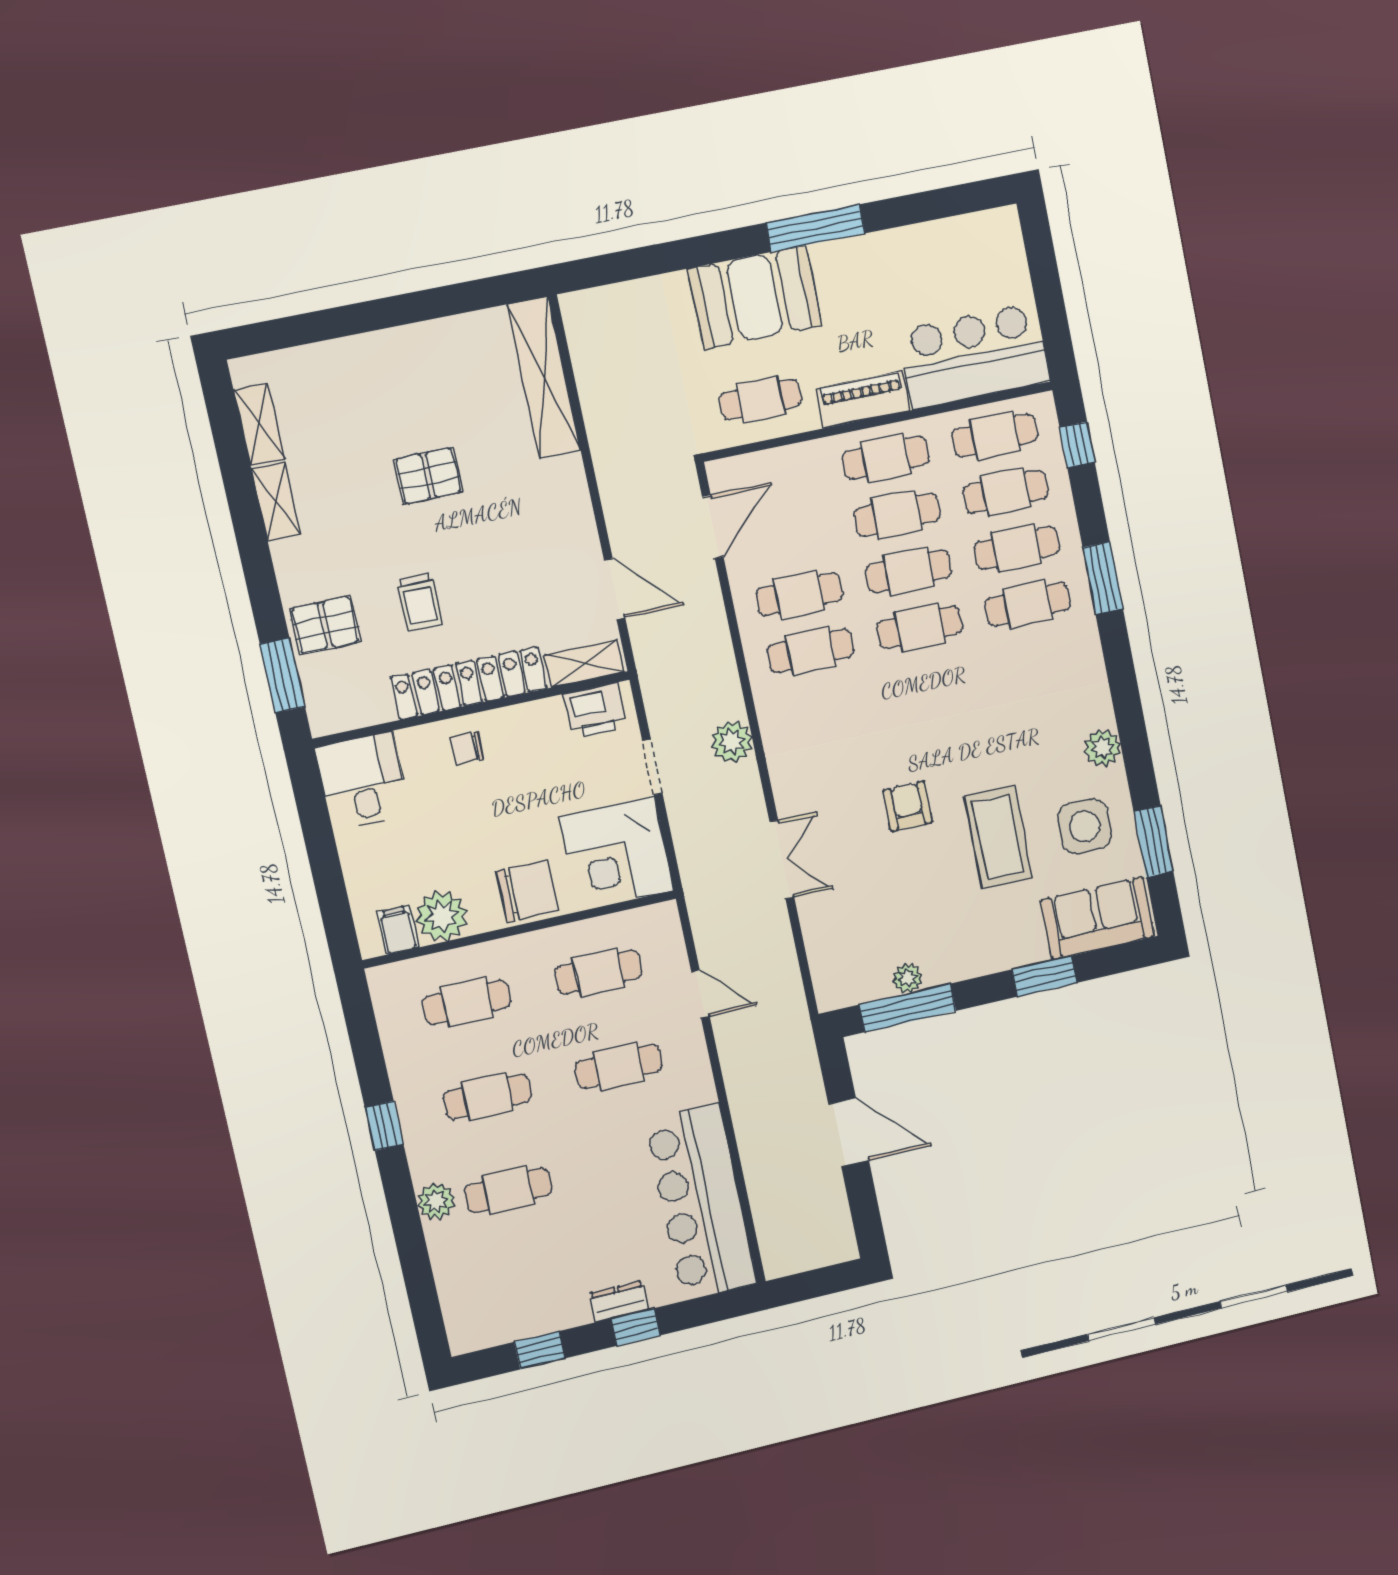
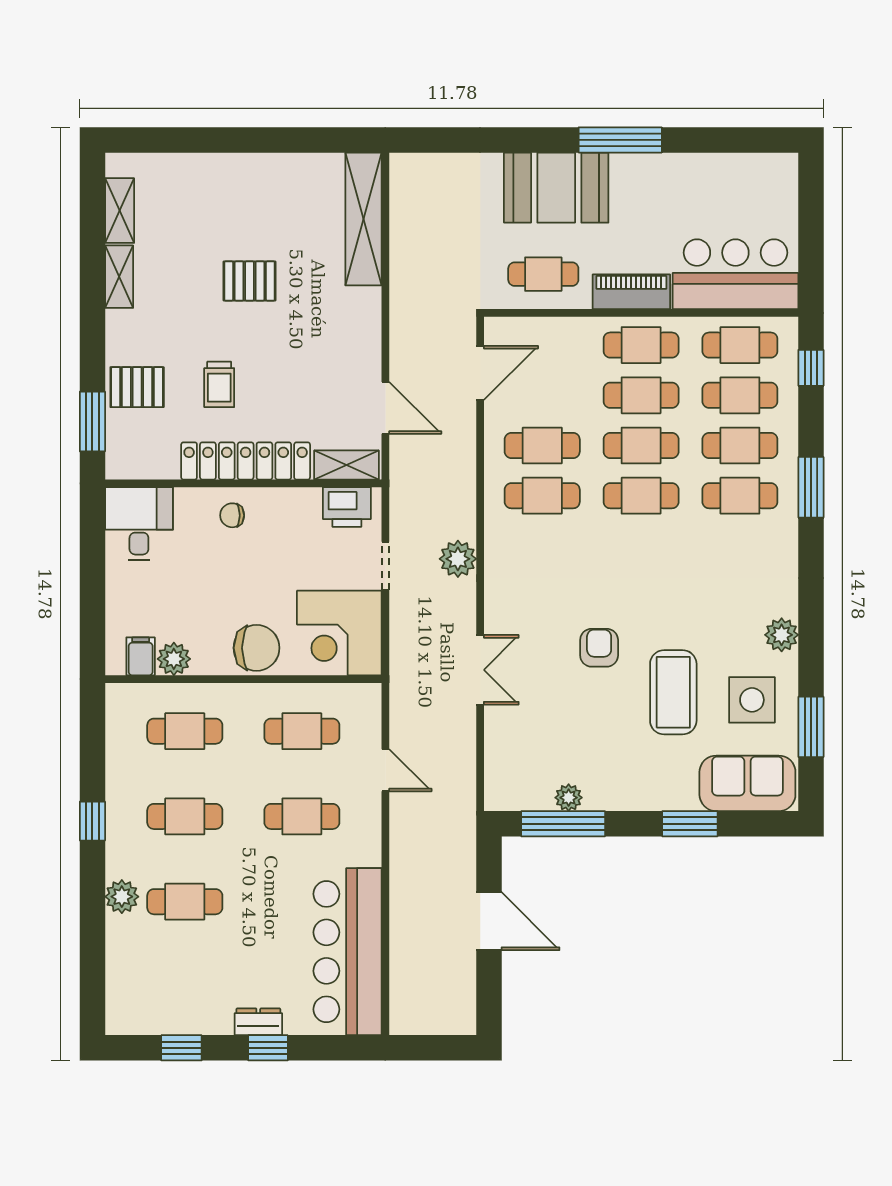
plant: (442, 916) -> (174, 659), width x0.73, depth x0.73

